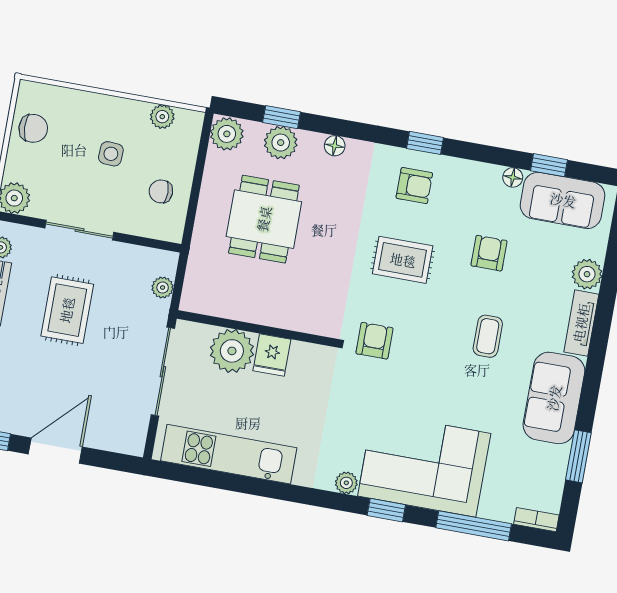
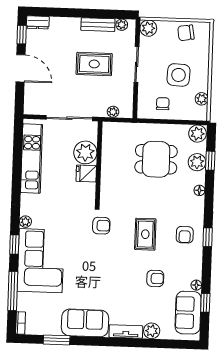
chair: (33, 128) -> (186, 33), turned 84
side table: (111, 154) -> (179, 75), width x1.87, depth x1.87
coffee table: (488, 336) -> (112, 284), removed

